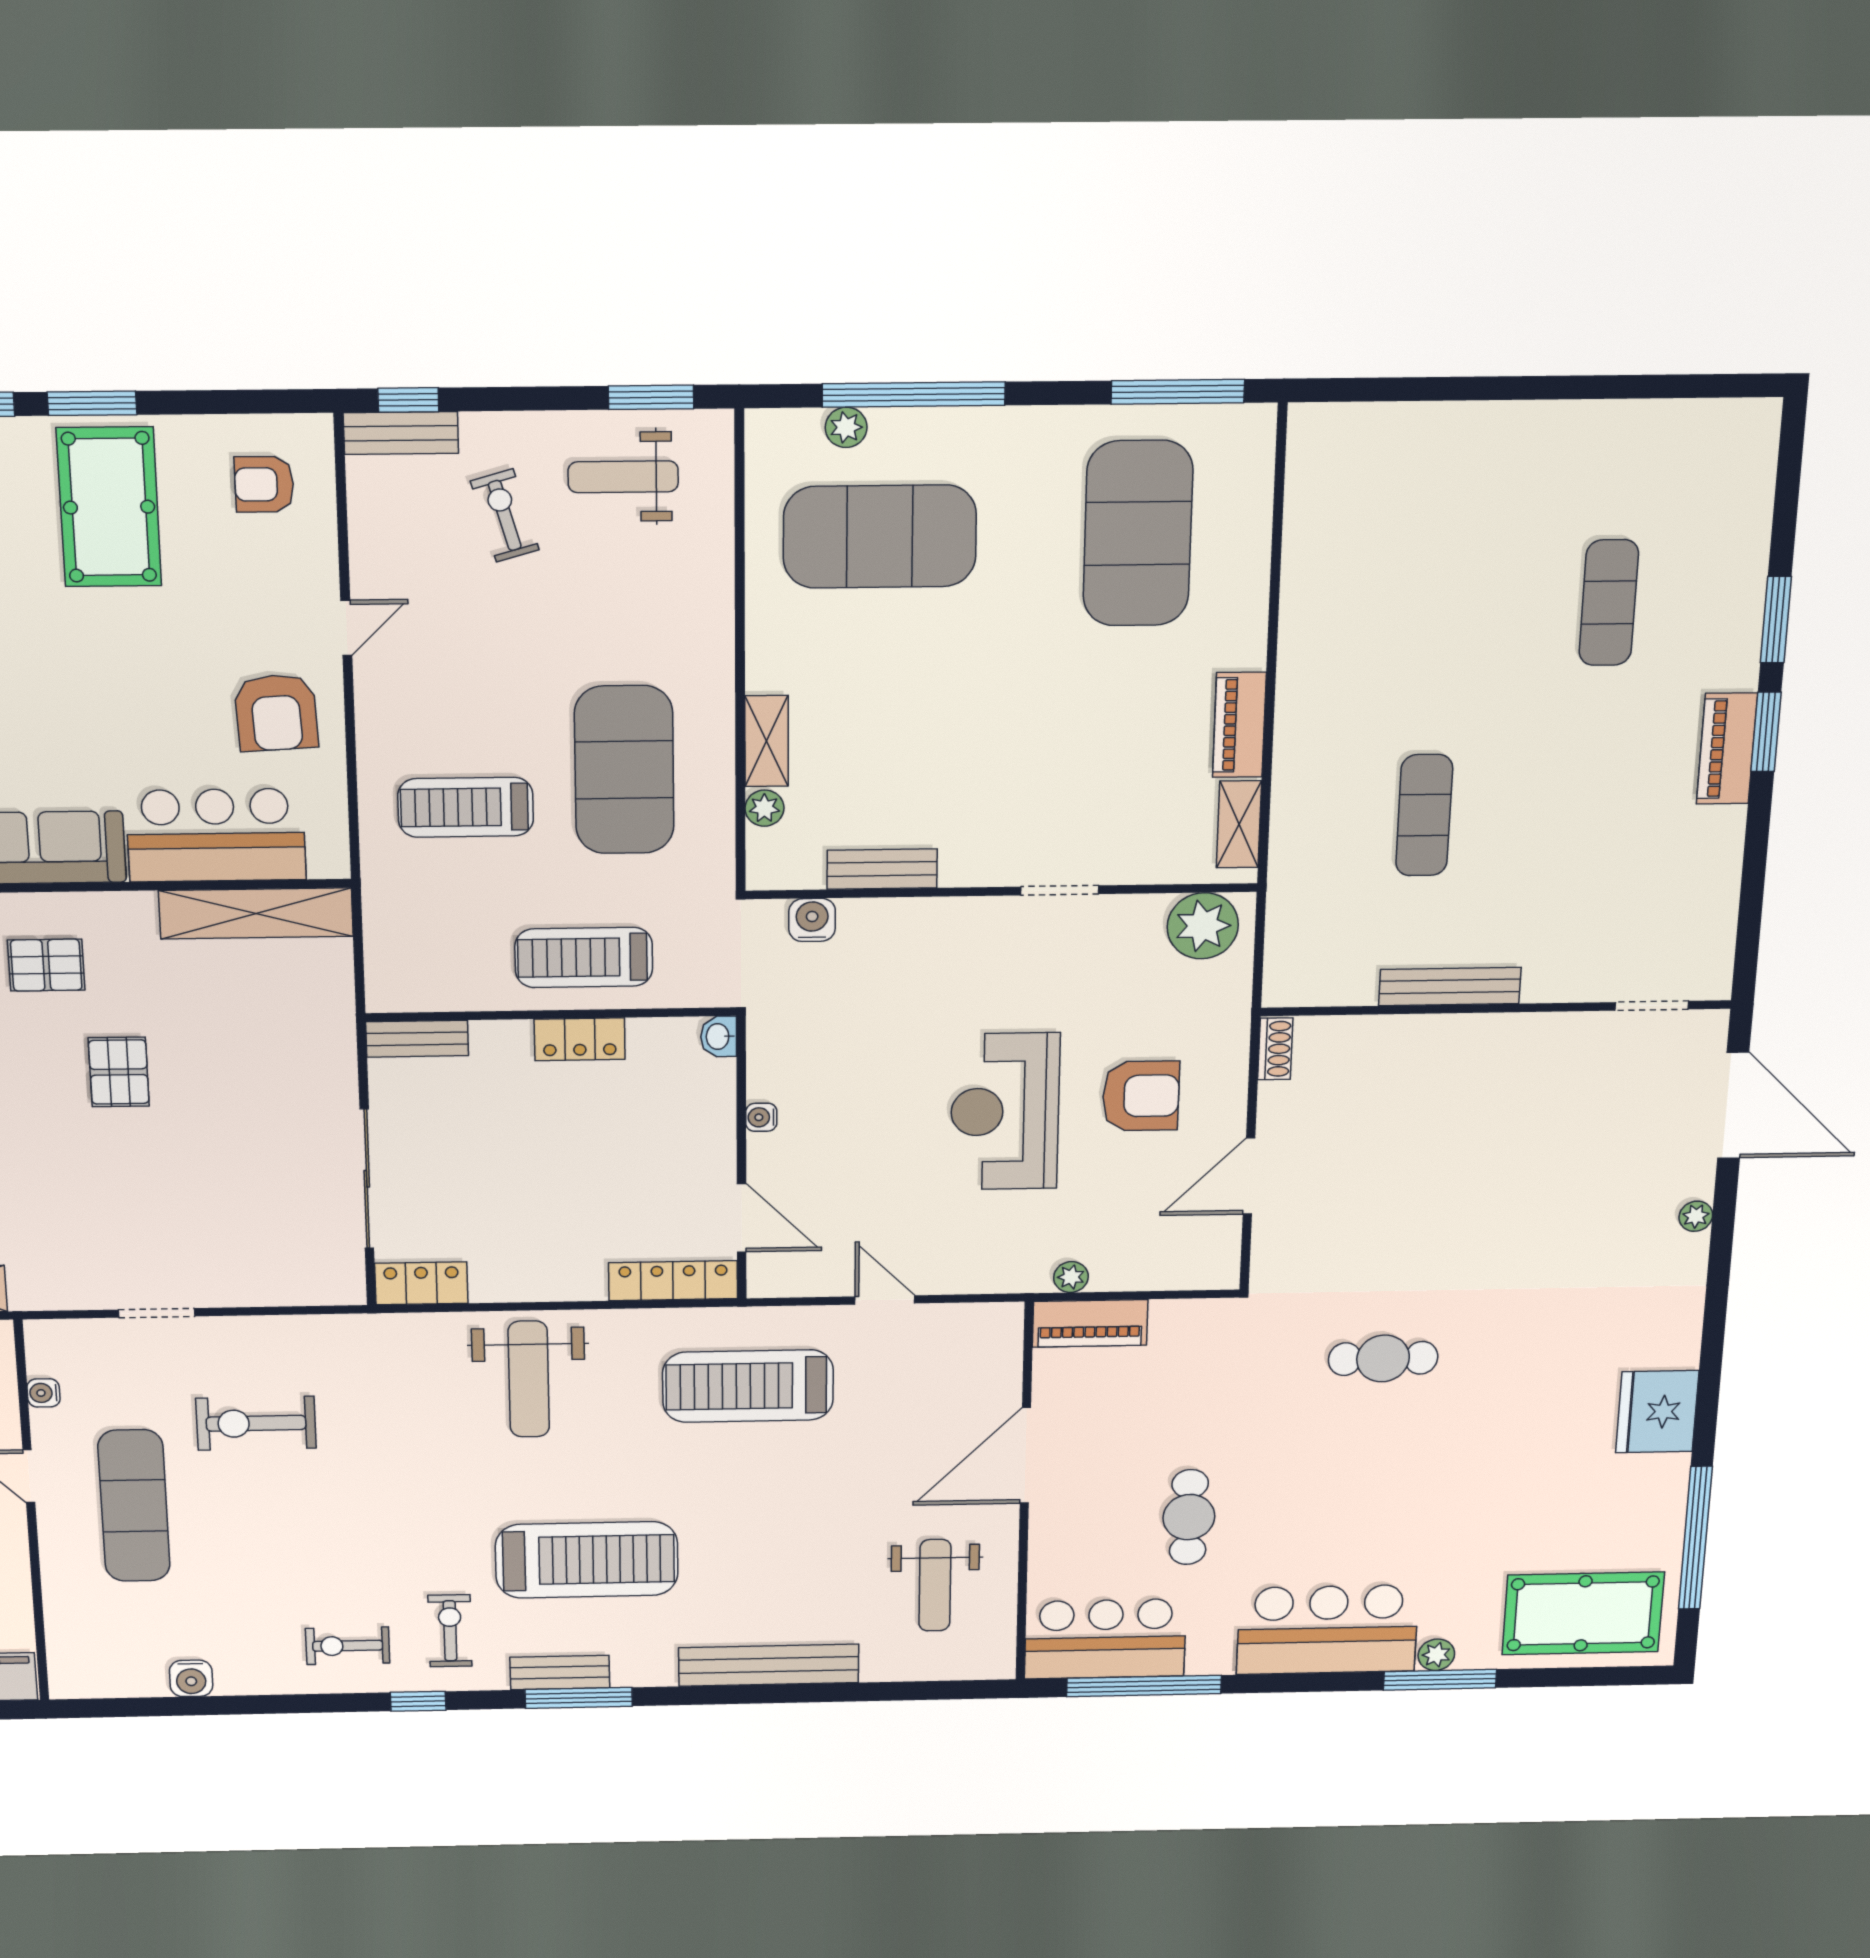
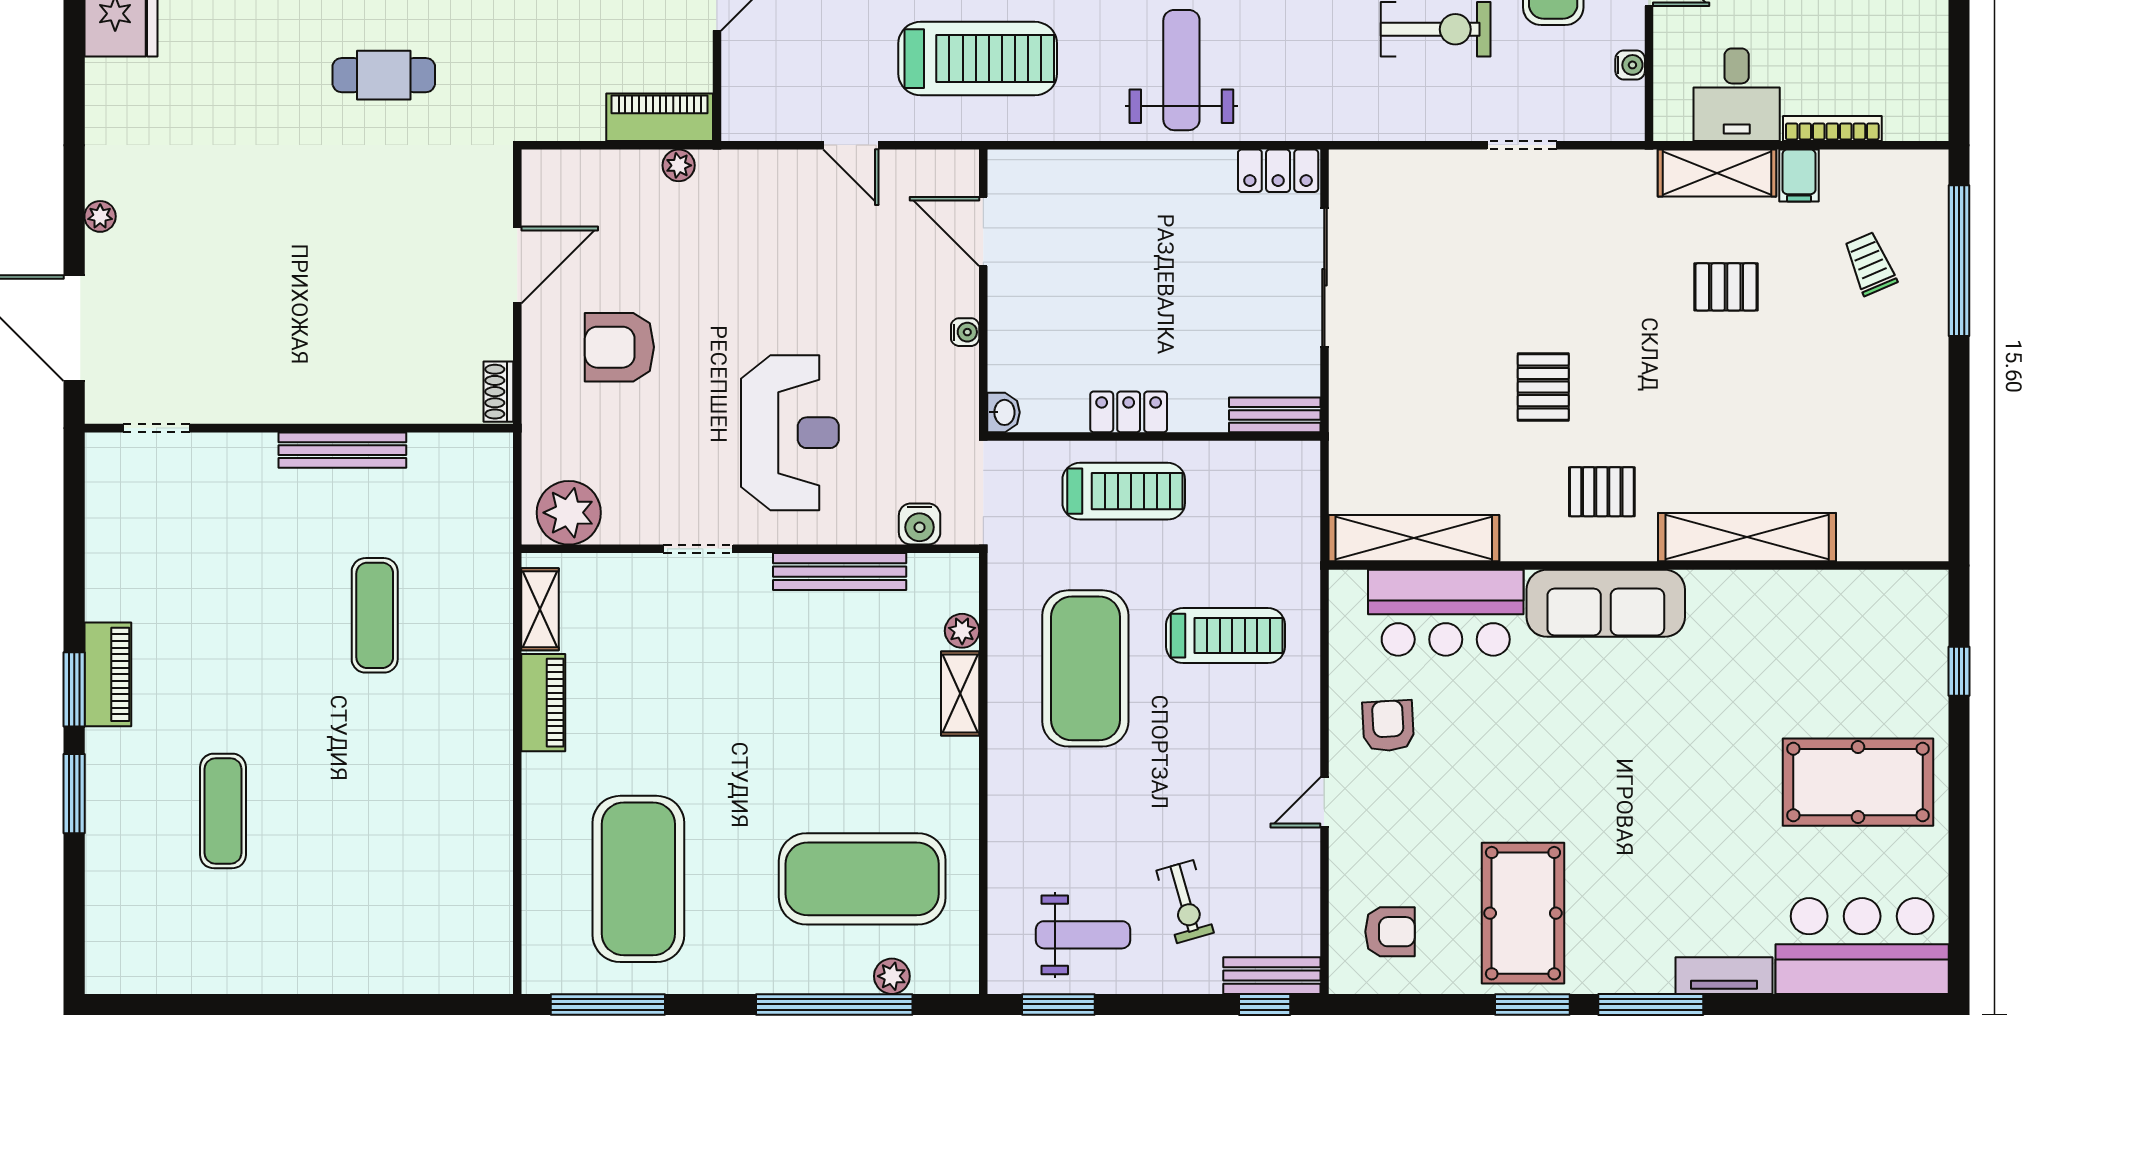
armchair: (276, 713) -> (1388, 726), width x0.72, depth x0.72
bench: (882, 869) -> (840, 572), width x1.36
reception desk: (1005, 1112) -> (790, 433), moved
locker: (673, 1281) -> (1047, 169), removed

